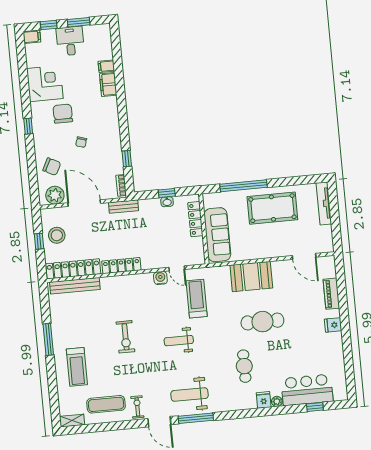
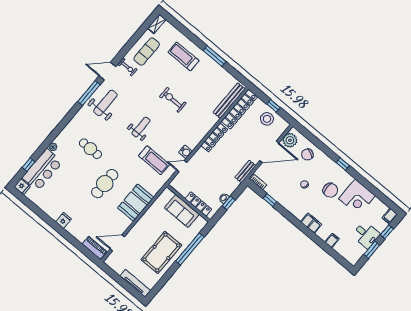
filing cabinet: (108, 84) -> (311, 223), moved
sofa: (217, 235) -> (182, 211), width x0.73
piano: (331, 294) -> (94, 248), moved
fridge: (264, 400) -> (22, 186), moved

